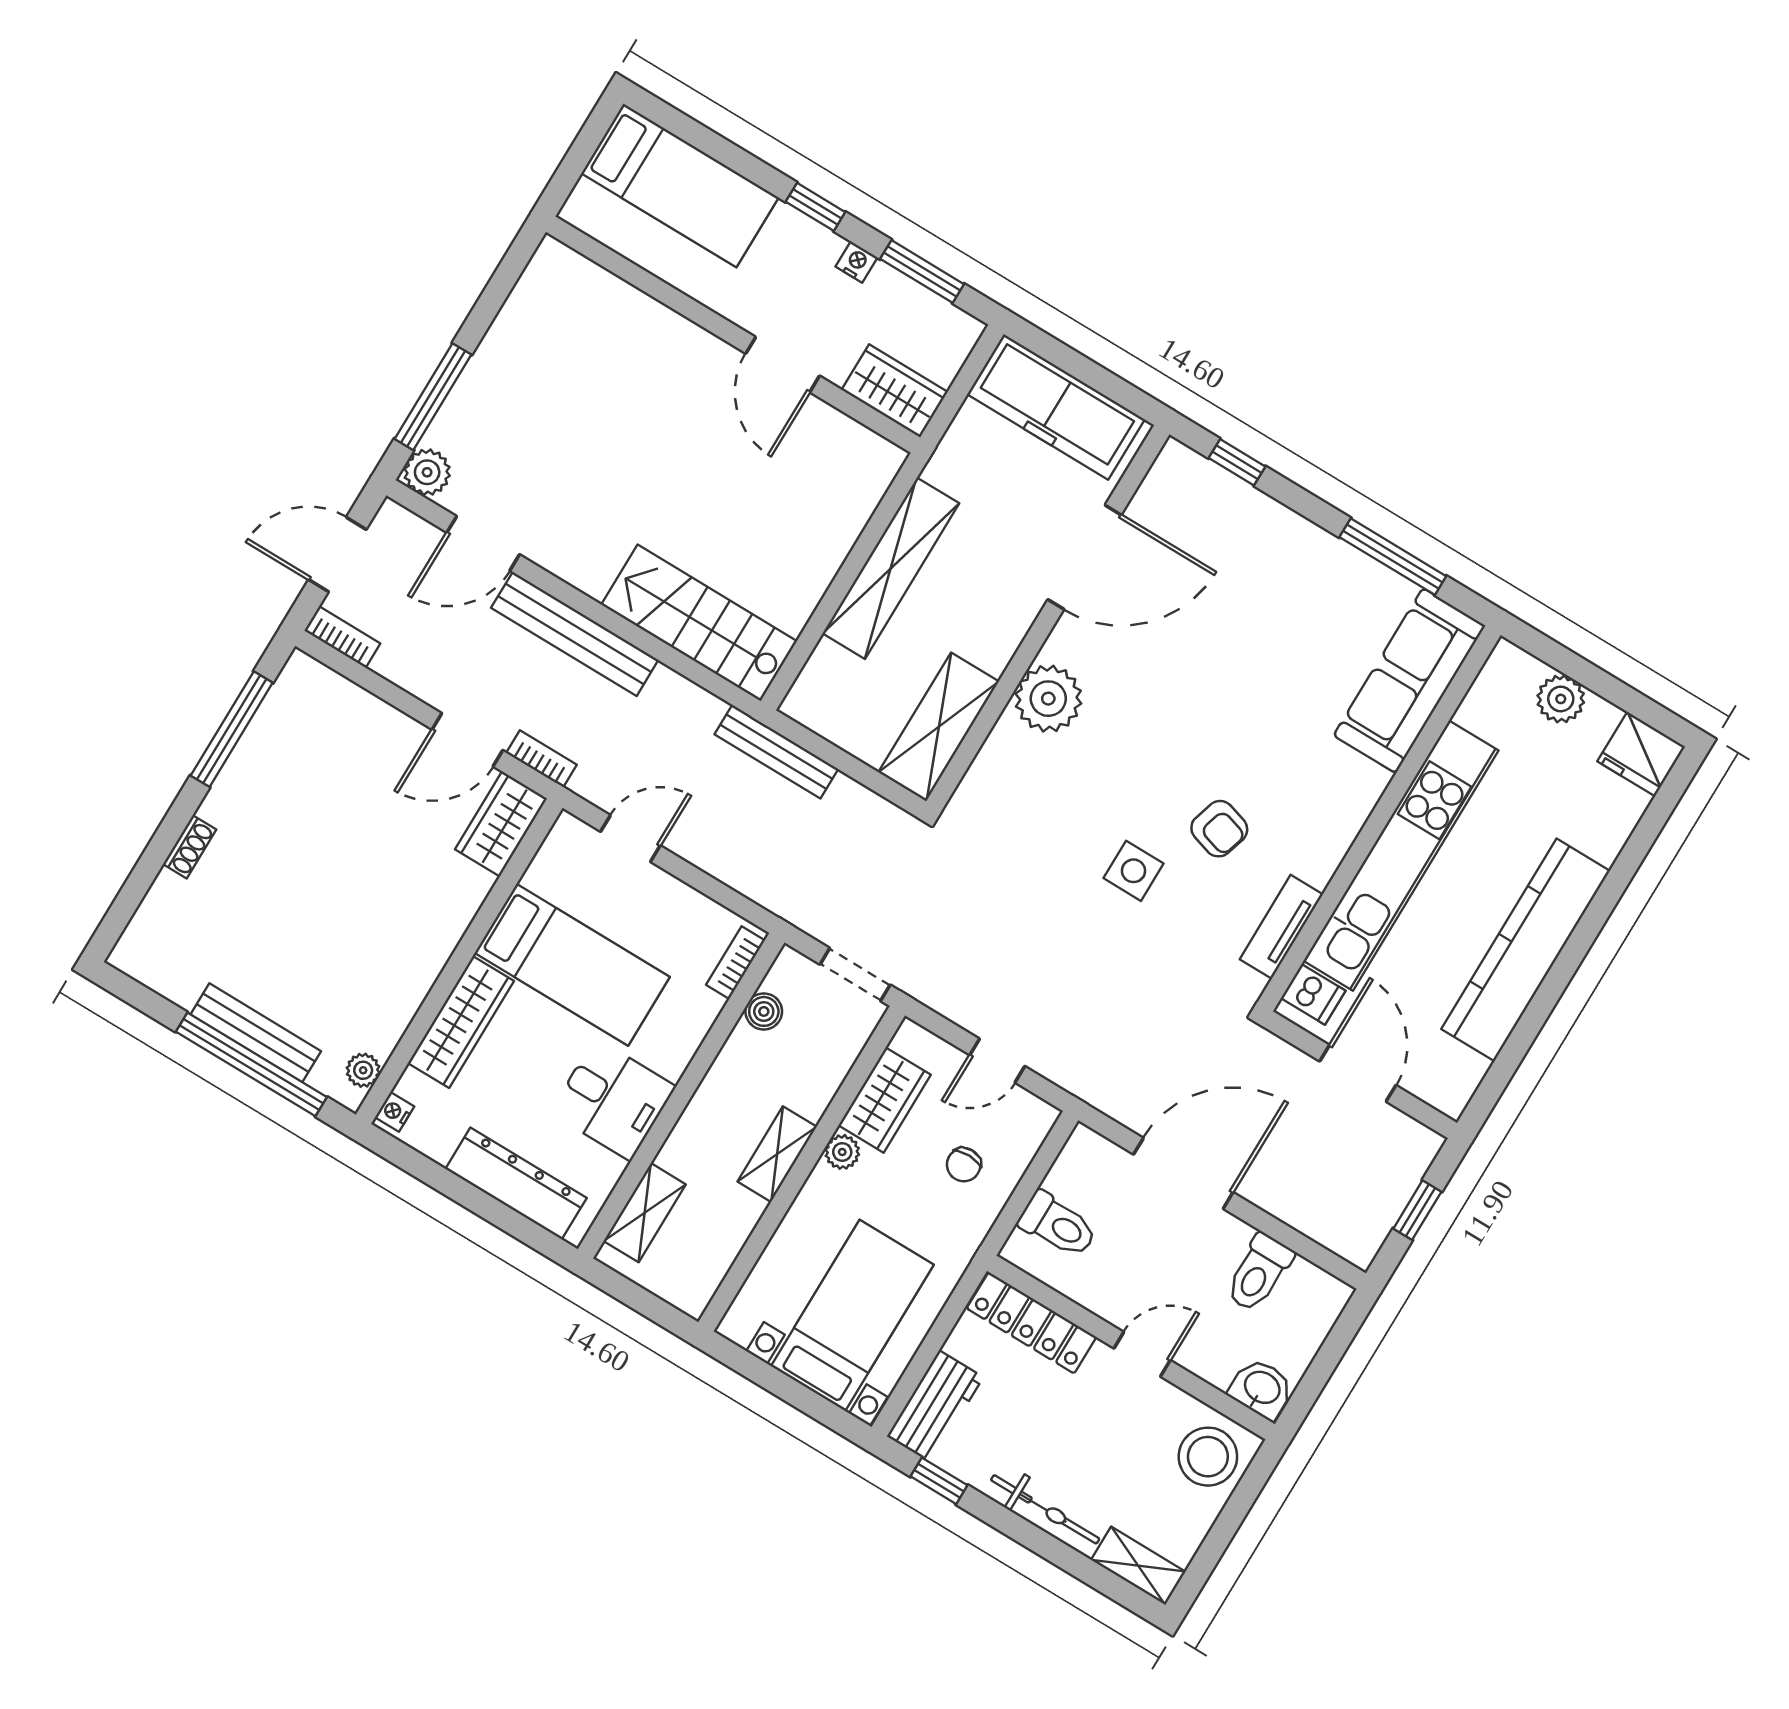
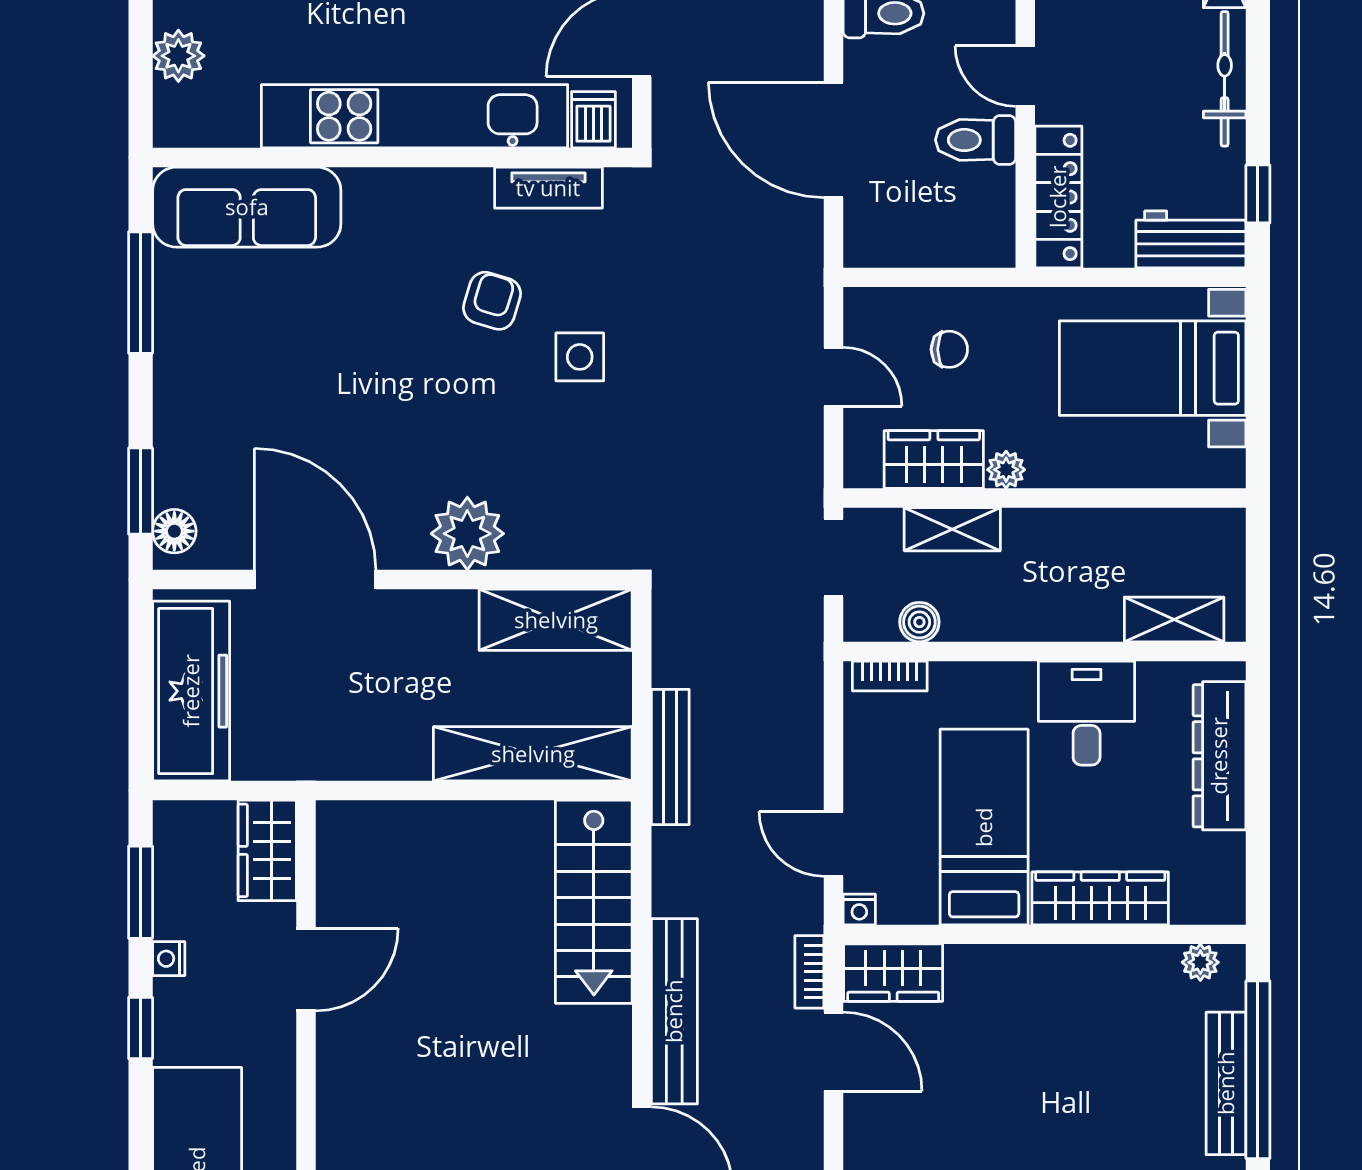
window: (1237, 462) -> (141, 491), width x1.50
floor lamp: (1189, 470) -> (174, 531), added
shelving: (891, 568) -> (533, 754), moved
nightstand: (395, 1112) -> (859, 909), moved
shelving: (777, 1154) -> (952, 529), moved
toilet: (1058, 1225) -> (976, 140), moved, turned -90

